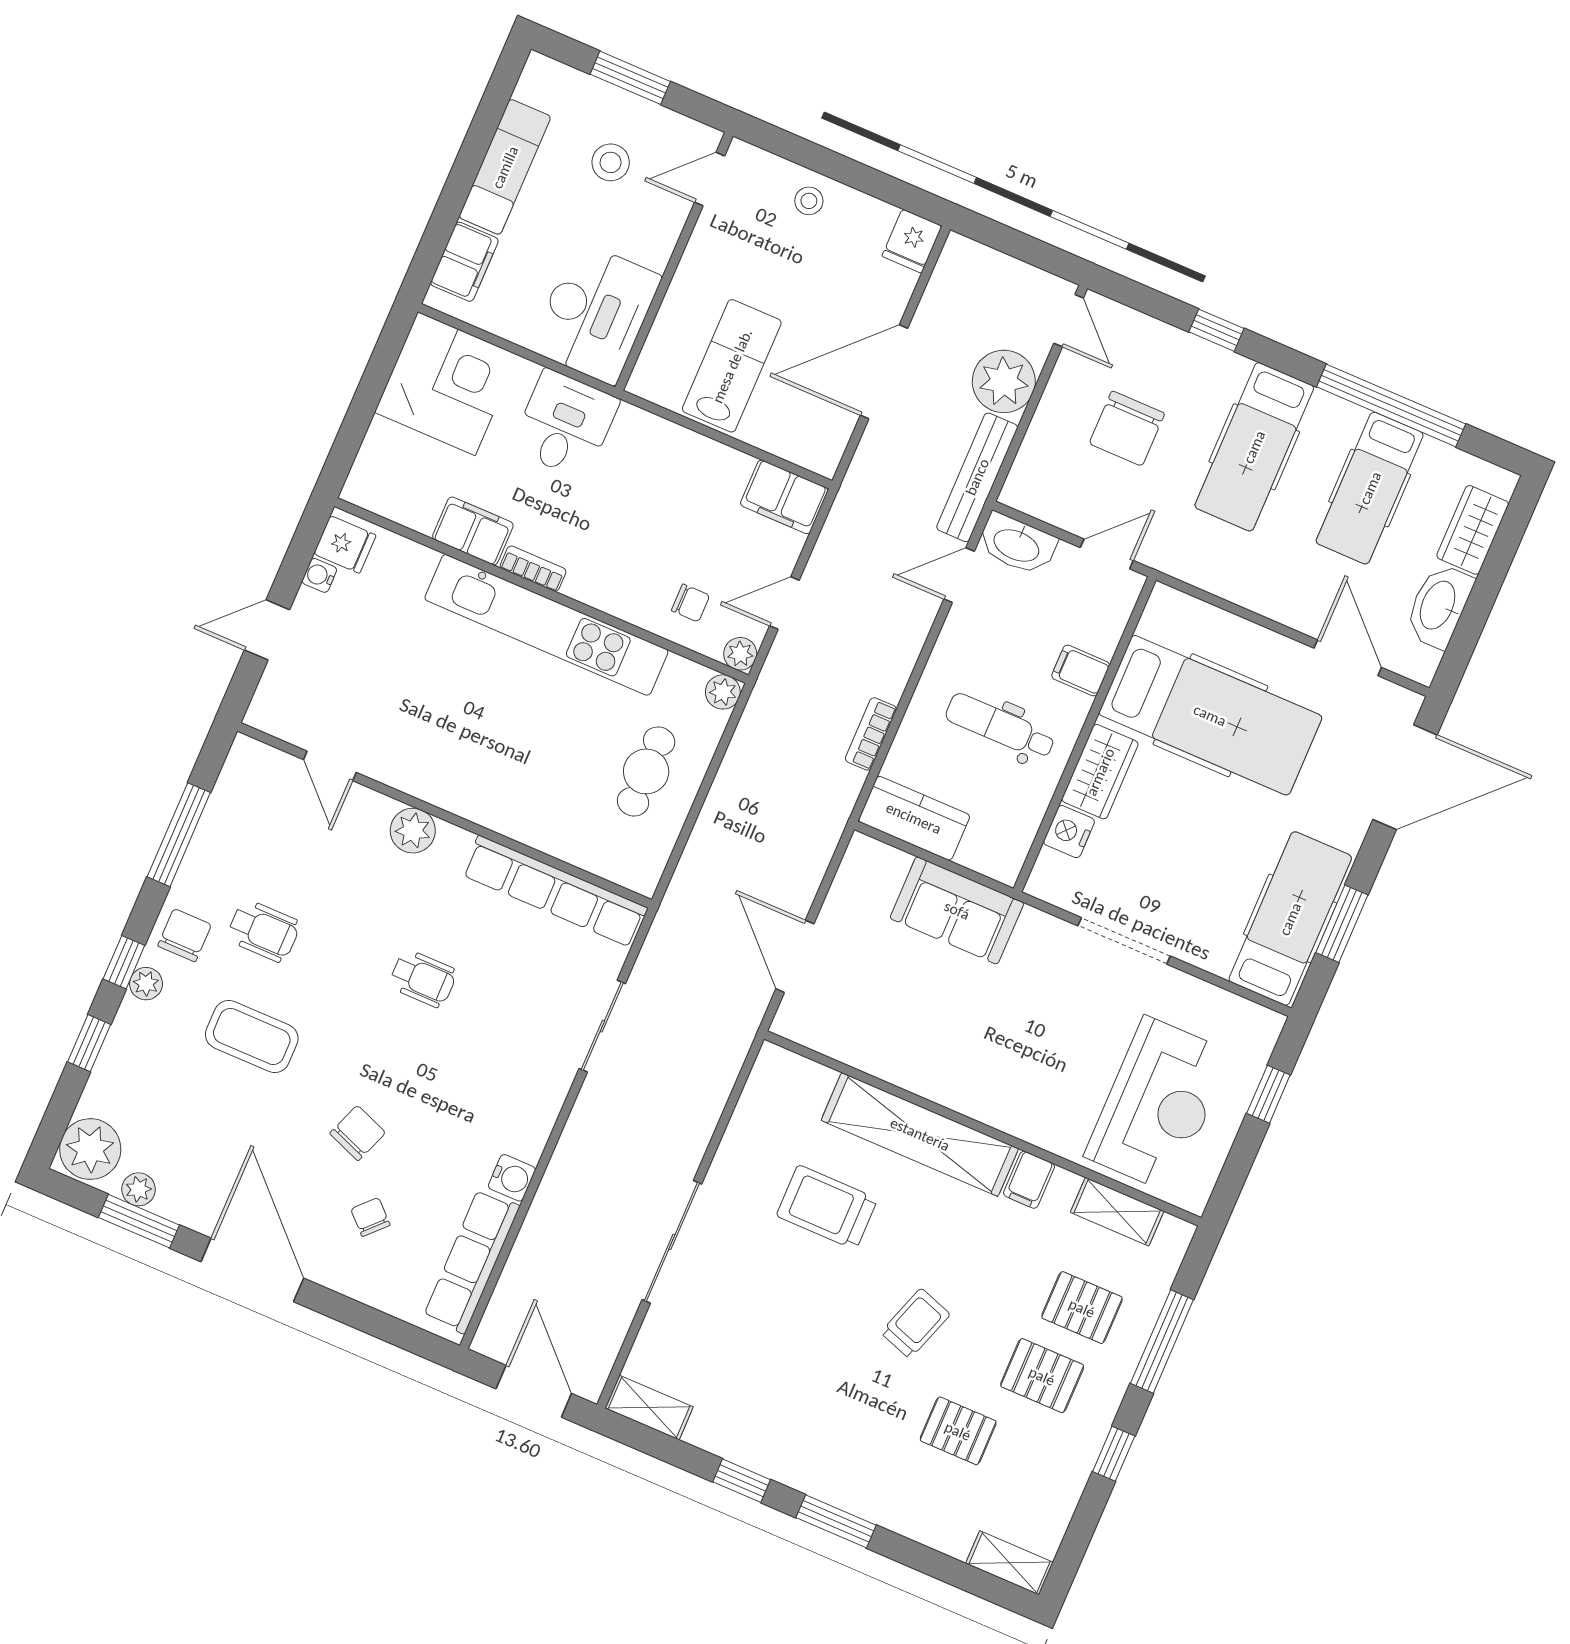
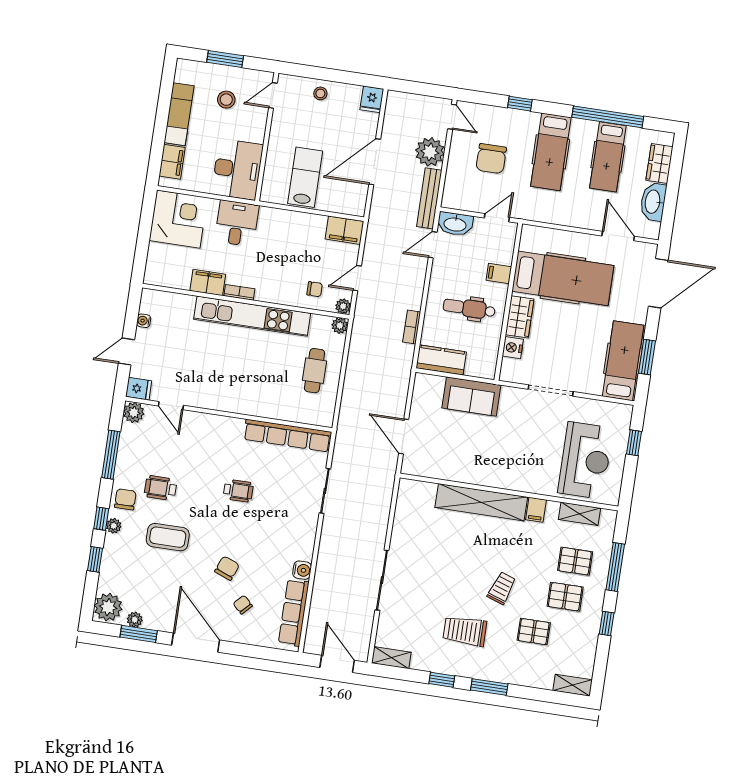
fridge: (345, 544) -> (139, 389), moved
plant: (413, 831) -> (134, 413), moved
wheelchair: (263, 931) -> (161, 488), turned 180
trolley: (827, 1207) -> (465, 631), moved

